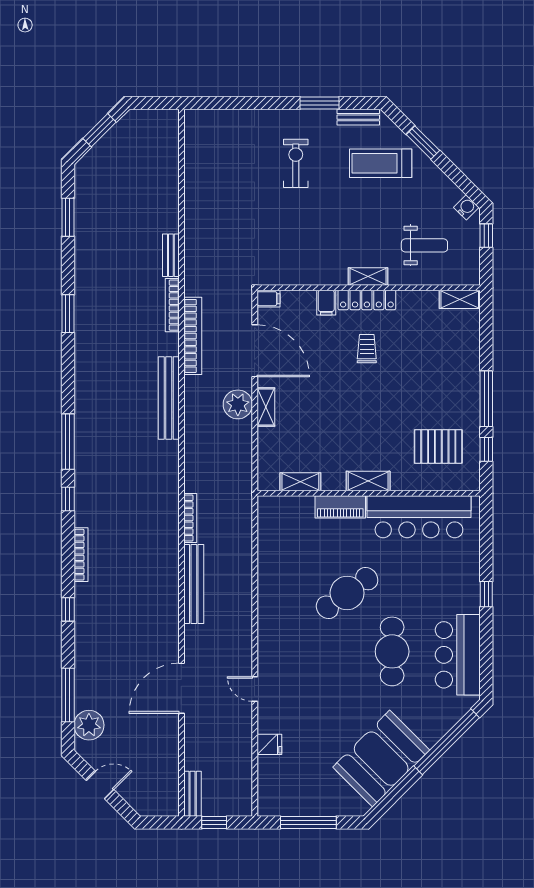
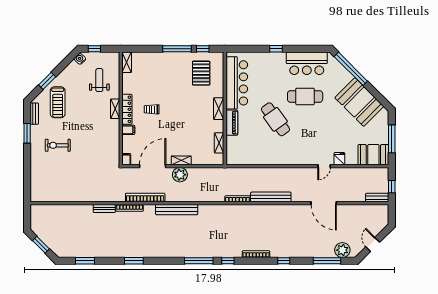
fridge: (269, 744) -> (339, 159), moved
booth: (277, 786) -> (373, 155), added

